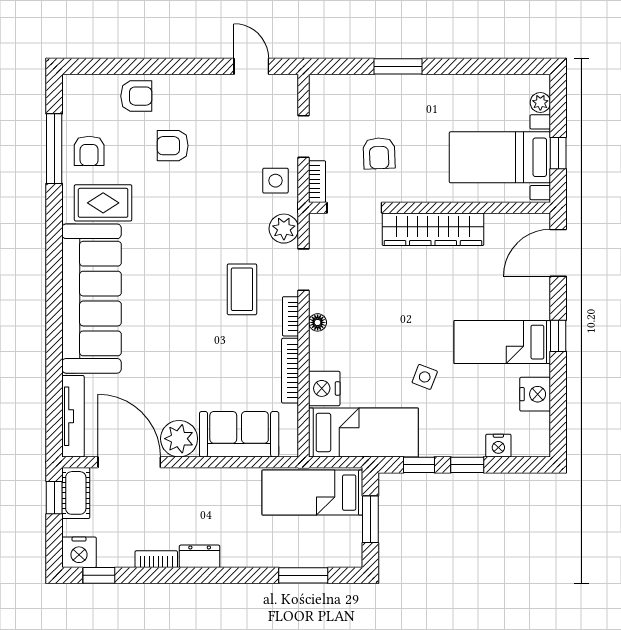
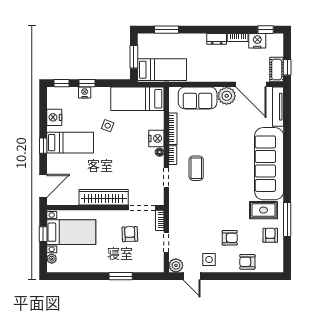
window: (54, 149) -> (287, 220), moved
side table: (275, 181) -> (209, 260), moved
plant: (284, 229) -> (176, 265), moved
nightstand: (324, 388) -> (156, 138), moved
nightstand: (498, 446) -> (85, 92), moved
window: (419, 465) -> (62, 83), moved
nightstand: (79, 552) -> (257, 41), moved

